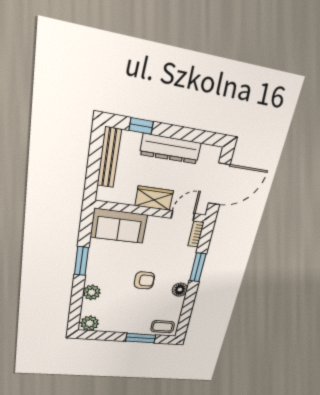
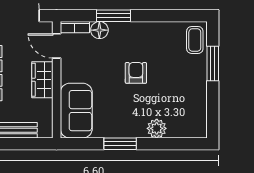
floor lamp: (180, 290) -> (99, 30), moved
plant: (90, 323) -> (197, 126), removed

